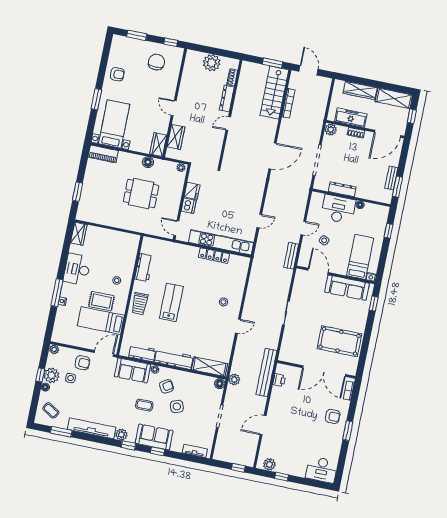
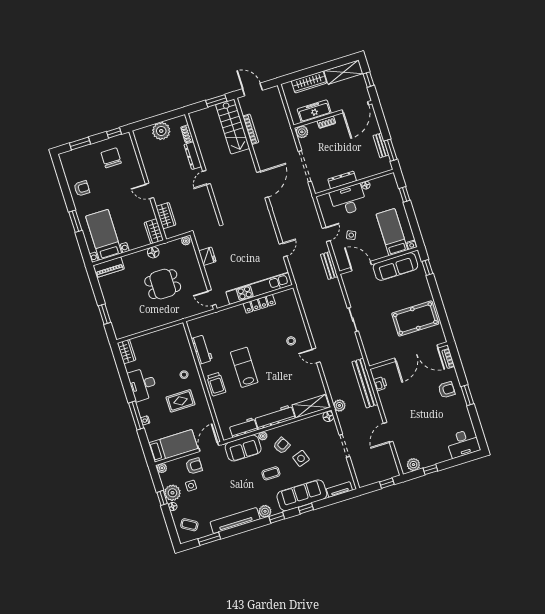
dishwasher: (189, 206) -> (212, 271), removed
bed: (101, 321) -> (173, 446), moved, turned 180
door: (238, 326) -> (316, 355), swing flipped
sofa: (154, 437) -> (302, 495), width x1.36

